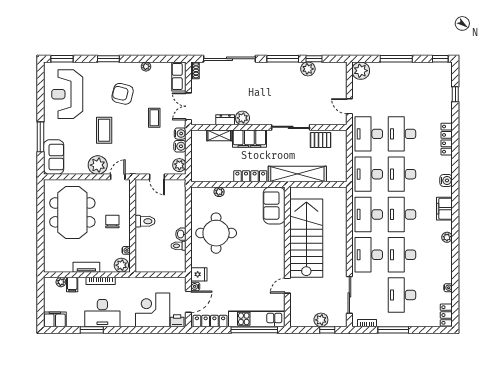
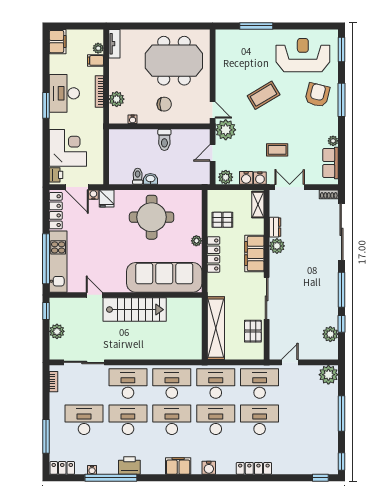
window: (108, 59) -> (341, 100), width x1.44
plant: (308, 69) -> (330, 334), moved
row of seats: (179, 77) -> (330, 163), moved, turned -90
armchair: (123, 94) -> (317, 95), moved
window: (455, 94) -> (320, 478), moved
coffee table: (104, 130) -> (264, 95), turned -31
shelving: (219, 135) -> (258, 205), moved
sofa: (54, 157) -> (234, 40), removed
plant: (98, 165) -> (226, 130), moved
pallet: (218, 168) -> (222, 220), added
shelving: (297, 174) -> (216, 328), moved
plant: (219, 192) -> (196, 241), moved
sofa: (274, 206) -> (164, 277), width x1.85, depth x1.27
plant: (447, 237) -> (147, 469), removed
stairs: (306, 238) -> (135, 310), width x0.73, depth x0.66
printer: (444, 253) -> (129, 465), added
plant: (121, 265) -> (117, 99), moved
tv unit: (86, 267) -> (114, 44), moved
window: (455, 270) -> (111, 478), added
window: (92, 330) -> (46, 105), moved
window: (327, 330) -> (46, 311), moved
window: (393, 330) -> (46, 436), moved

